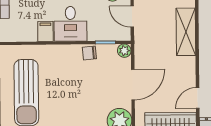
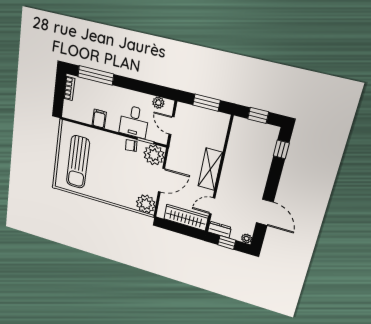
desk: (70, 24) -> (134, 122), moved
shelving: (186, 32) -> (210, 169), moved
plant: (124, 51) -> (154, 155), width x1.88, depth x1.88

